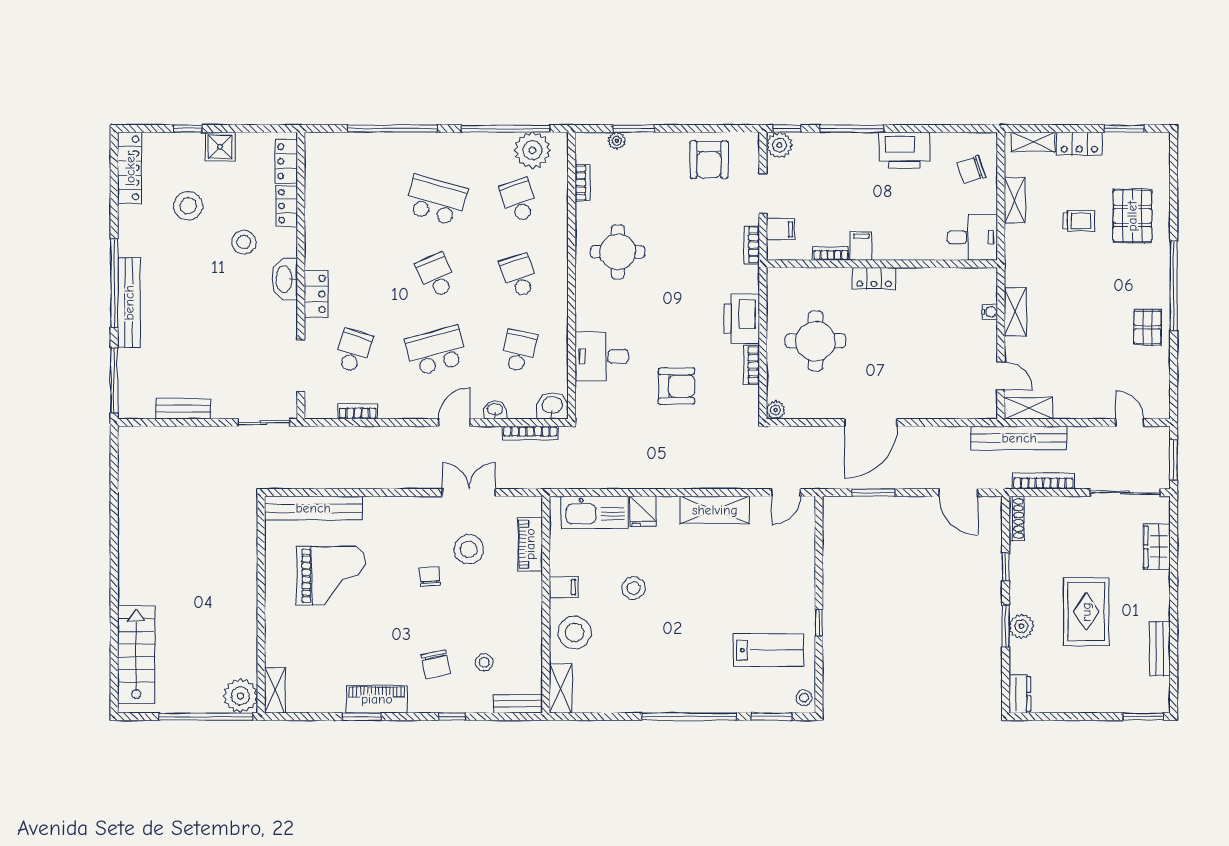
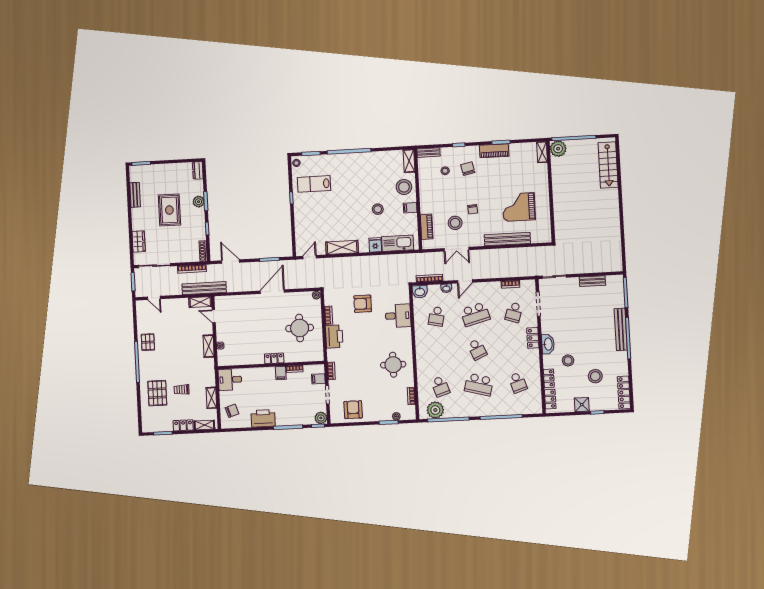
school desk: (519, 276) -> (518, 383), moved
bench: (313, 508) -> (507, 239), moved

